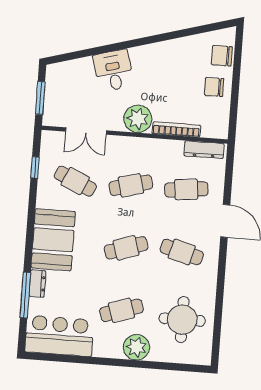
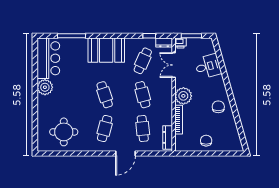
chair: (222, 56) -> (218, 107), moved
desk: (113, 70) -> (208, 66), moved
printer: (51, 117) -> (181, 43), added
dresser: (37, 283) -> (164, 43), moved
cafe table: (121, 310) -> (67, 95), removed
plant: (136, 347) -> (45, 87), moved

